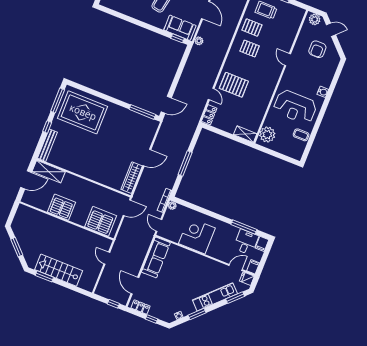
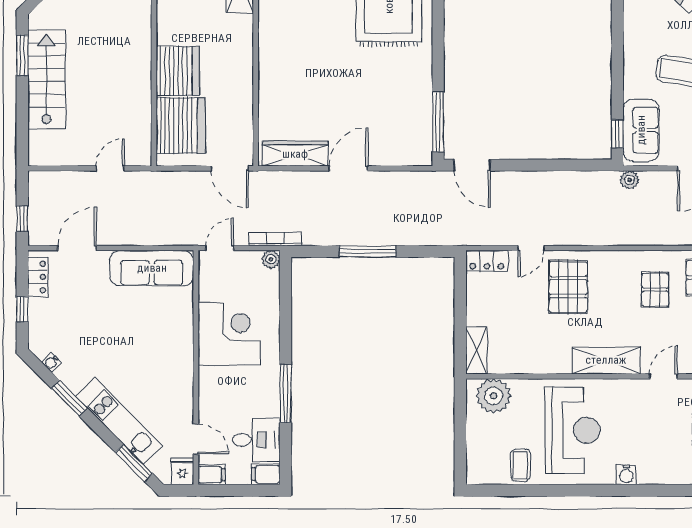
shelving: (271, 81) -> (606, 360), added
reception desk: (295, 107) -> (573, 430), turned 180
door: (147, 158) -> (348, 168), swing flipped
server rack: (62, 207) -> (178, 71), moved
window: (244, 227) -> (286, 394), moved

